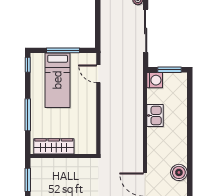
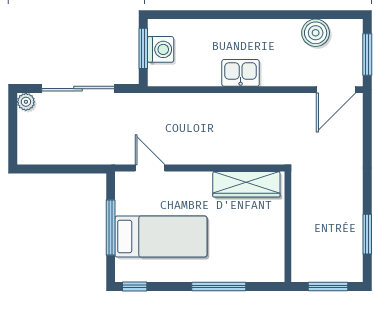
door: (98, 74) -> (150, 168), swing flipped
washing machine: (155, 80) -> (161, 49), moved, turned 90
kitchen sink: (155, 115) -> (241, 73), moved
wardrobe: (54, 146) -> (246, 184), moved, turned -90

